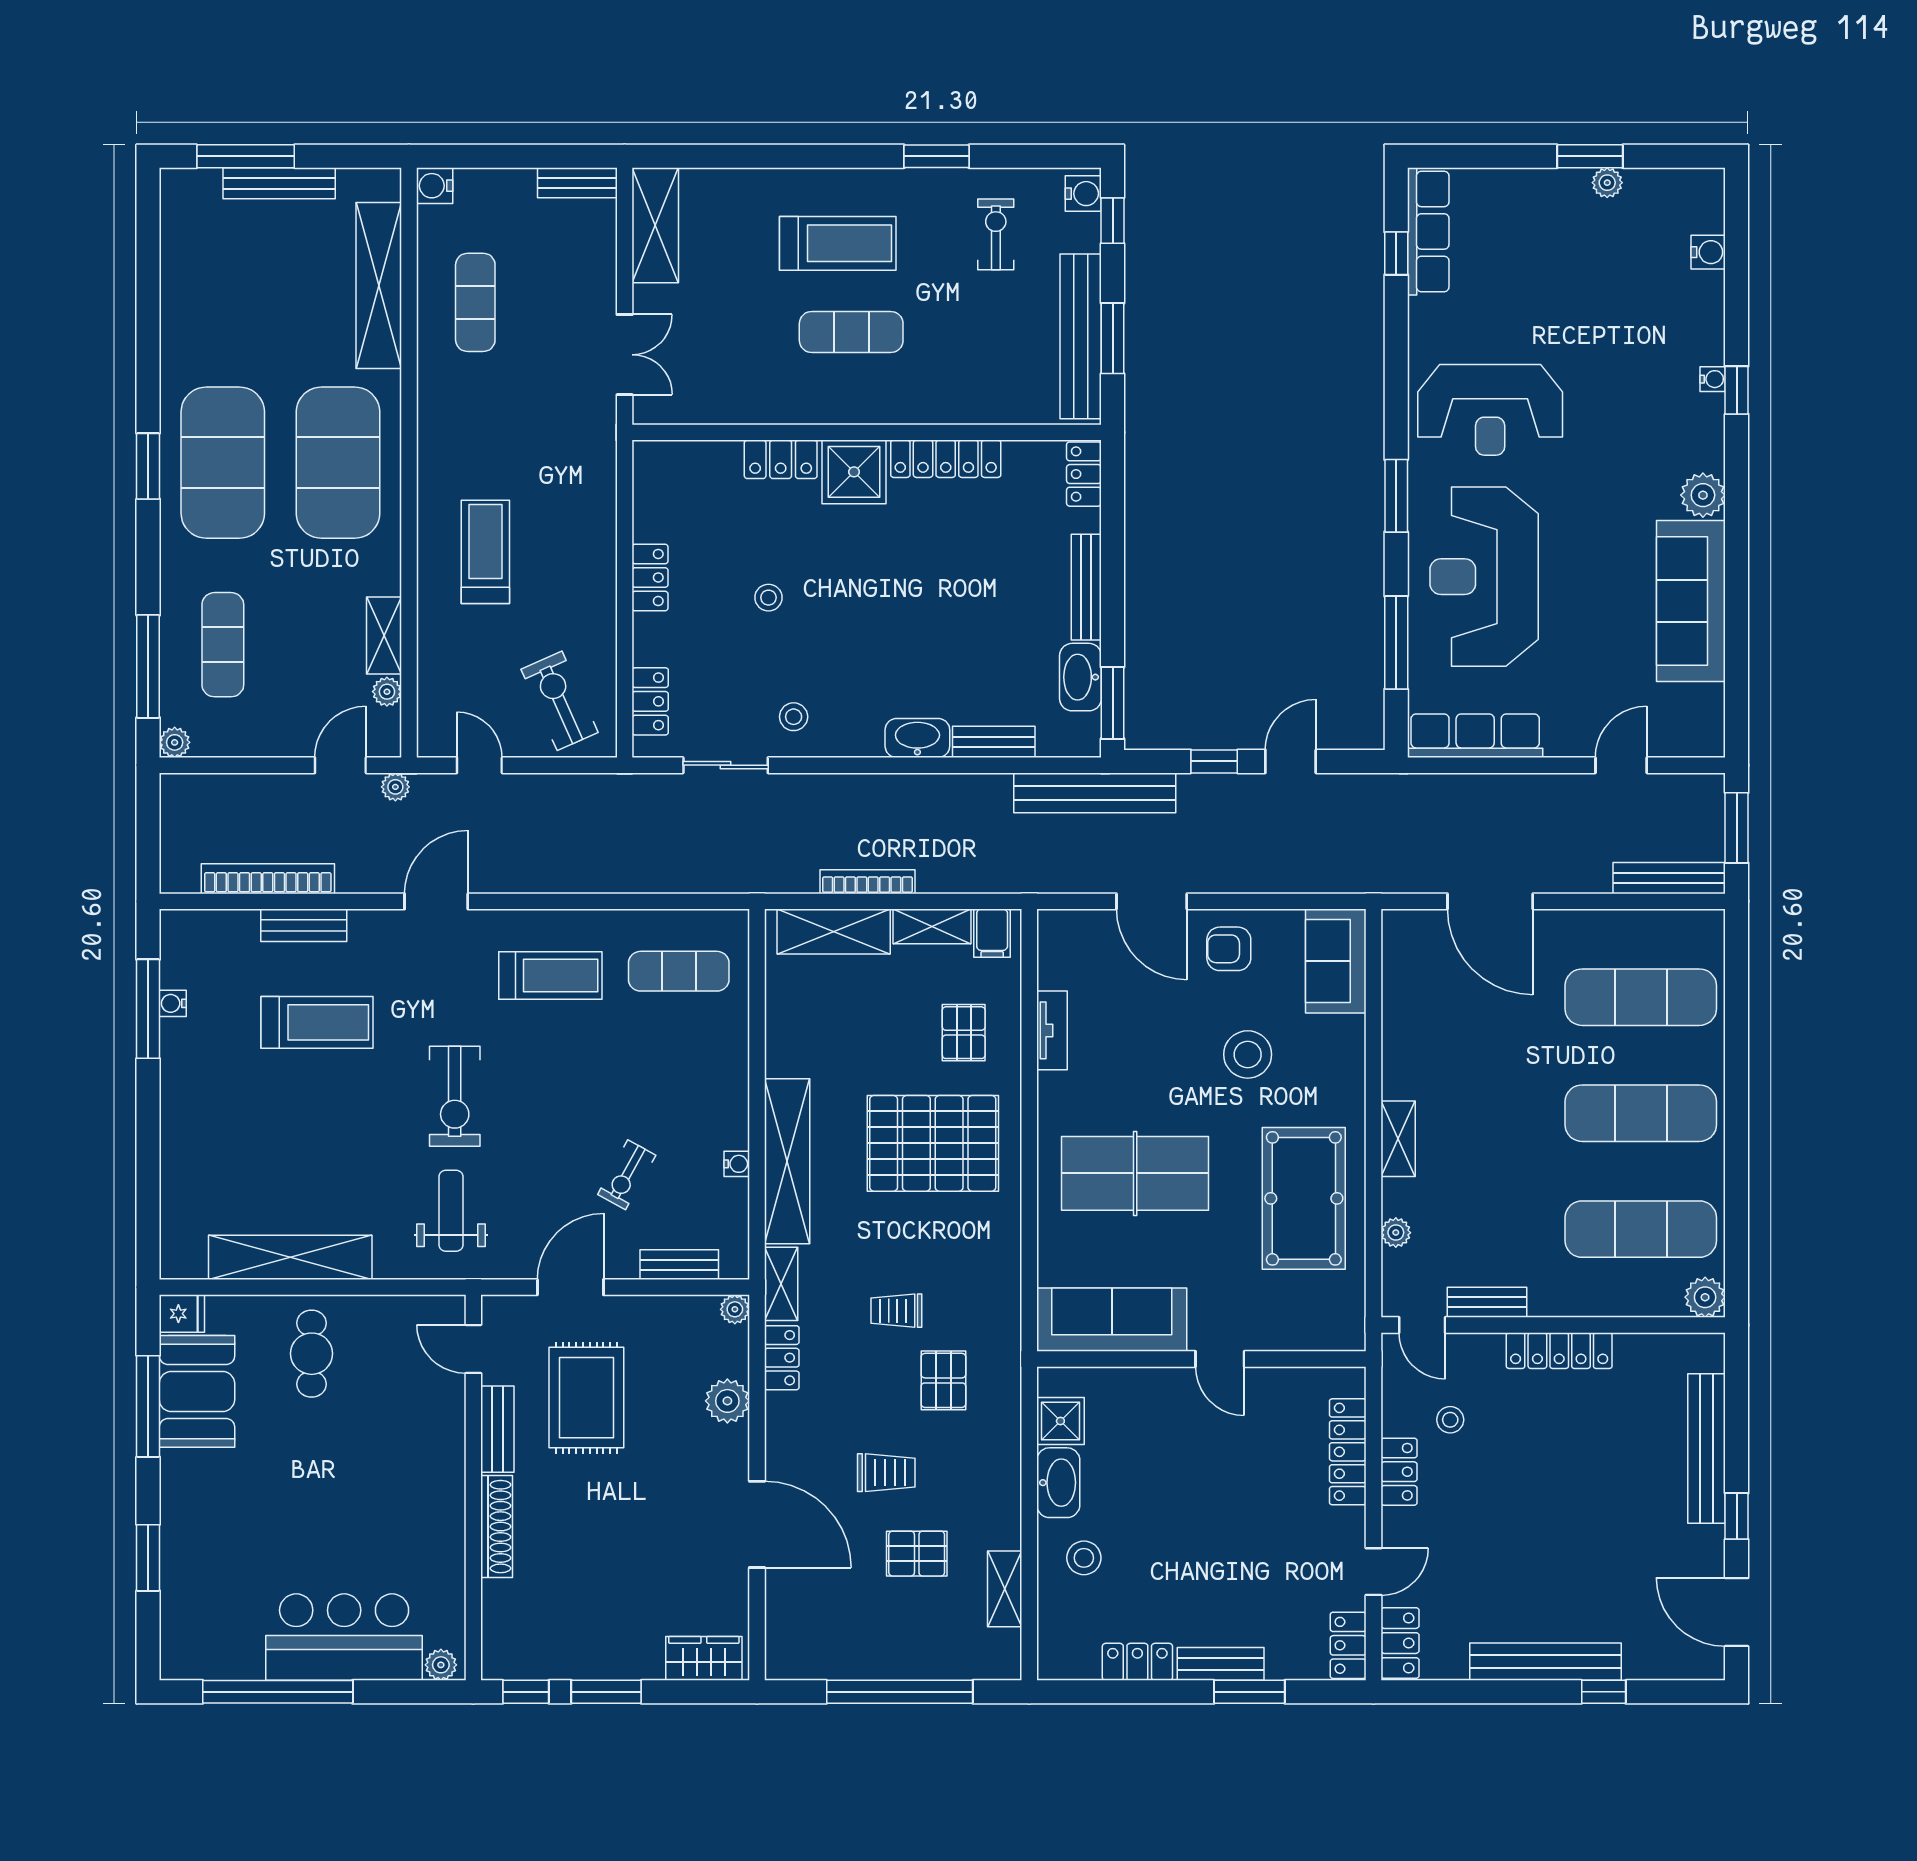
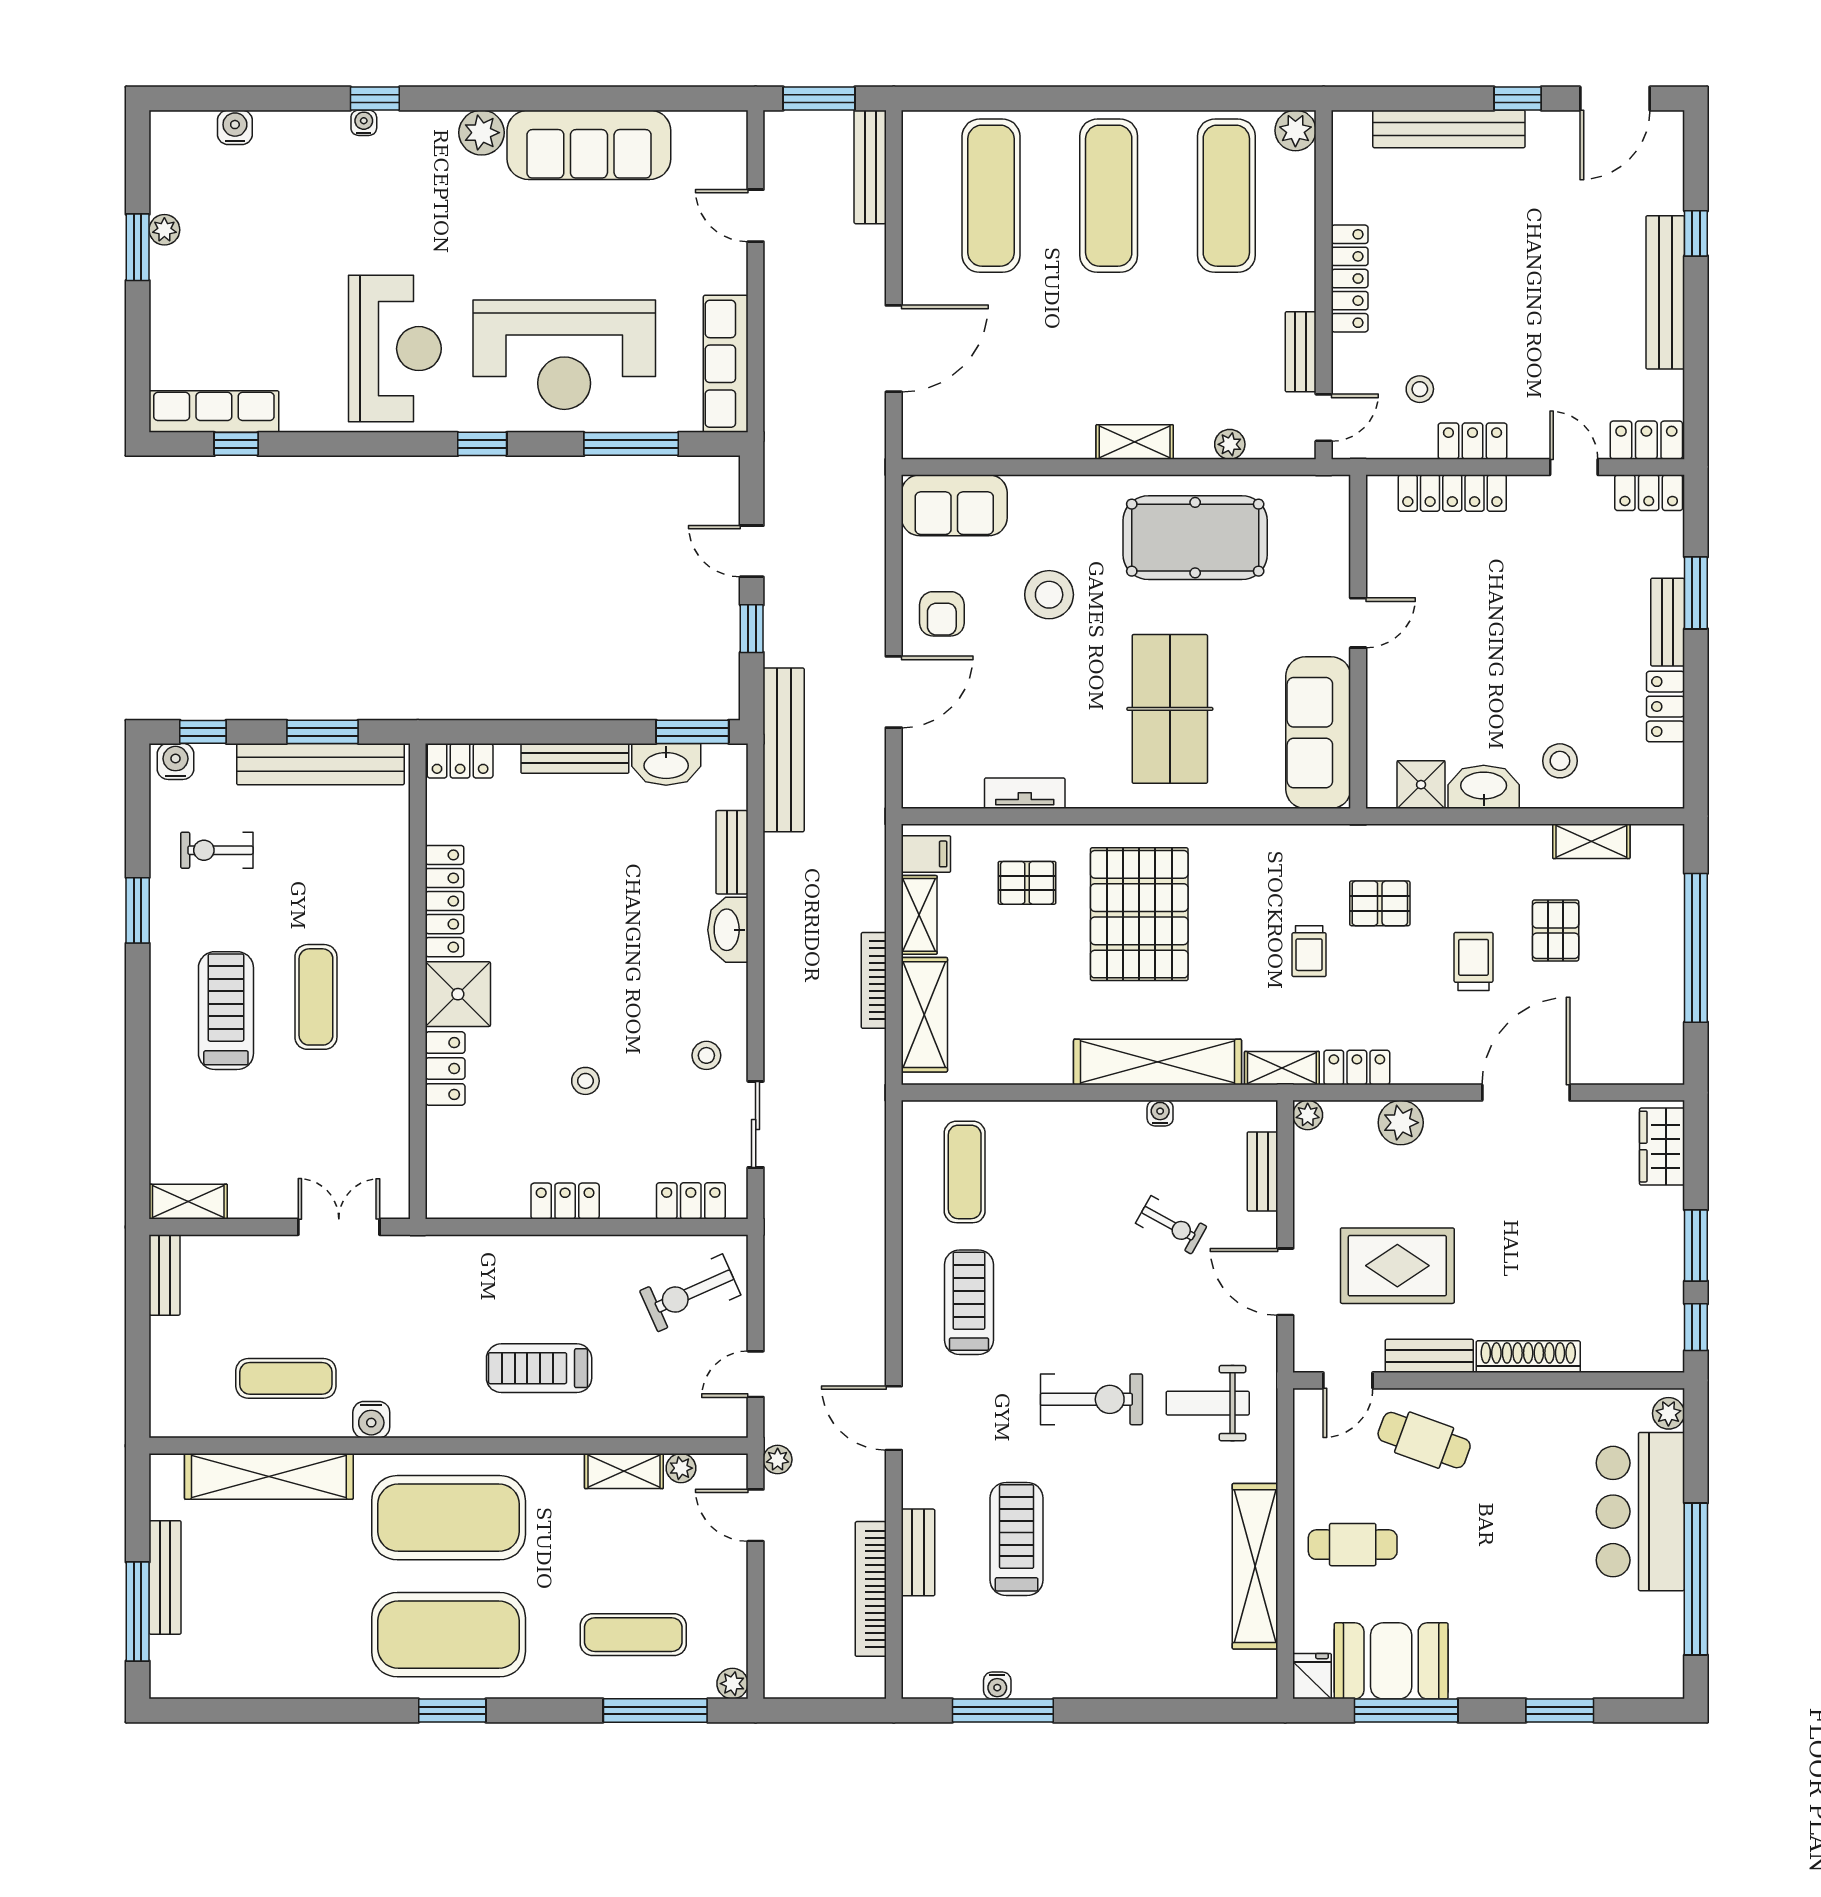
water cooler: (435, 186) -> (371, 1420), moved
shelving: (655, 225) -> (188, 1202), width x0.67, depth x0.75
window: (1396, 496) -> (482, 444), width x0.67
cafe table: (414, 1424) -> (1424, 1440), added

